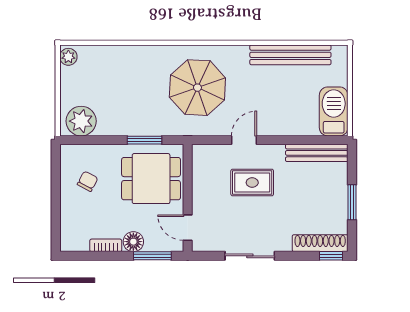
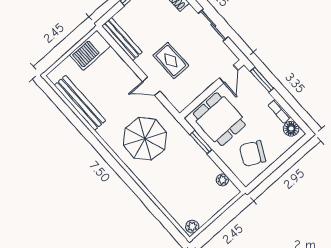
plant: (81, 121) -> (222, 180), width x0.53, depth x0.53
chair: (88, 181) -> (252, 154), width x1.87, depth x1.87
floor lamp: (133, 242) -> (291, 129), moved

